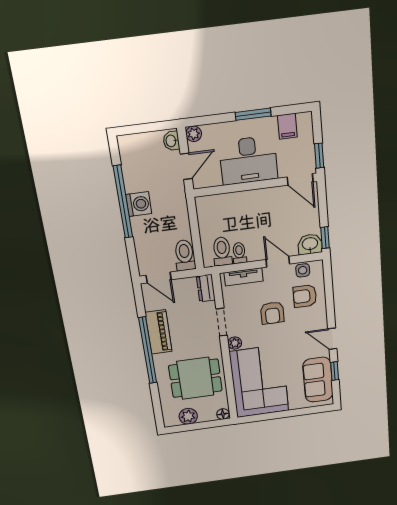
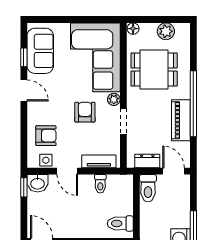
toilet: (222, 251) -> (120, 223), moved, turned 90
dresser: (206, 288) -> (147, 161), moved, turned -90
armchair: (272, 313) -> (85, 112), moved

